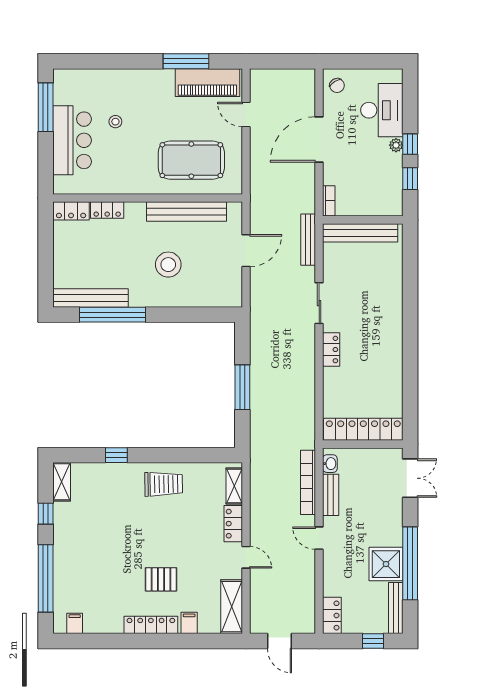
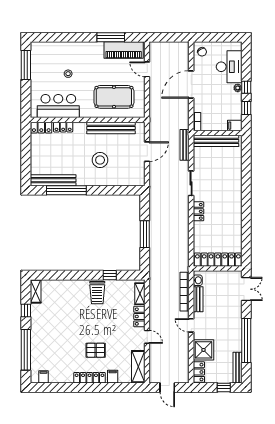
bar counter: (72, 140) -> (58, 106), moved, turned -90
filing cabinet: (391, 207) -> (235, 126), added
window: (116, 455) -> (110, 275), moved
trolley: (164, 484) -> (97, 293), turned 91
shower: (386, 564) -> (204, 350), moved

